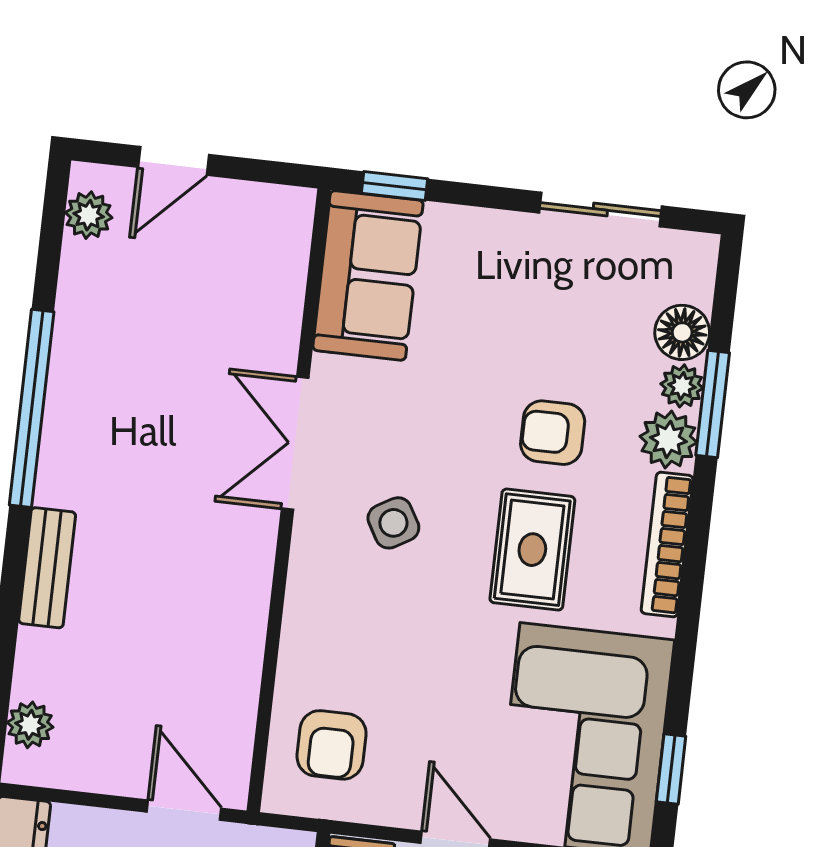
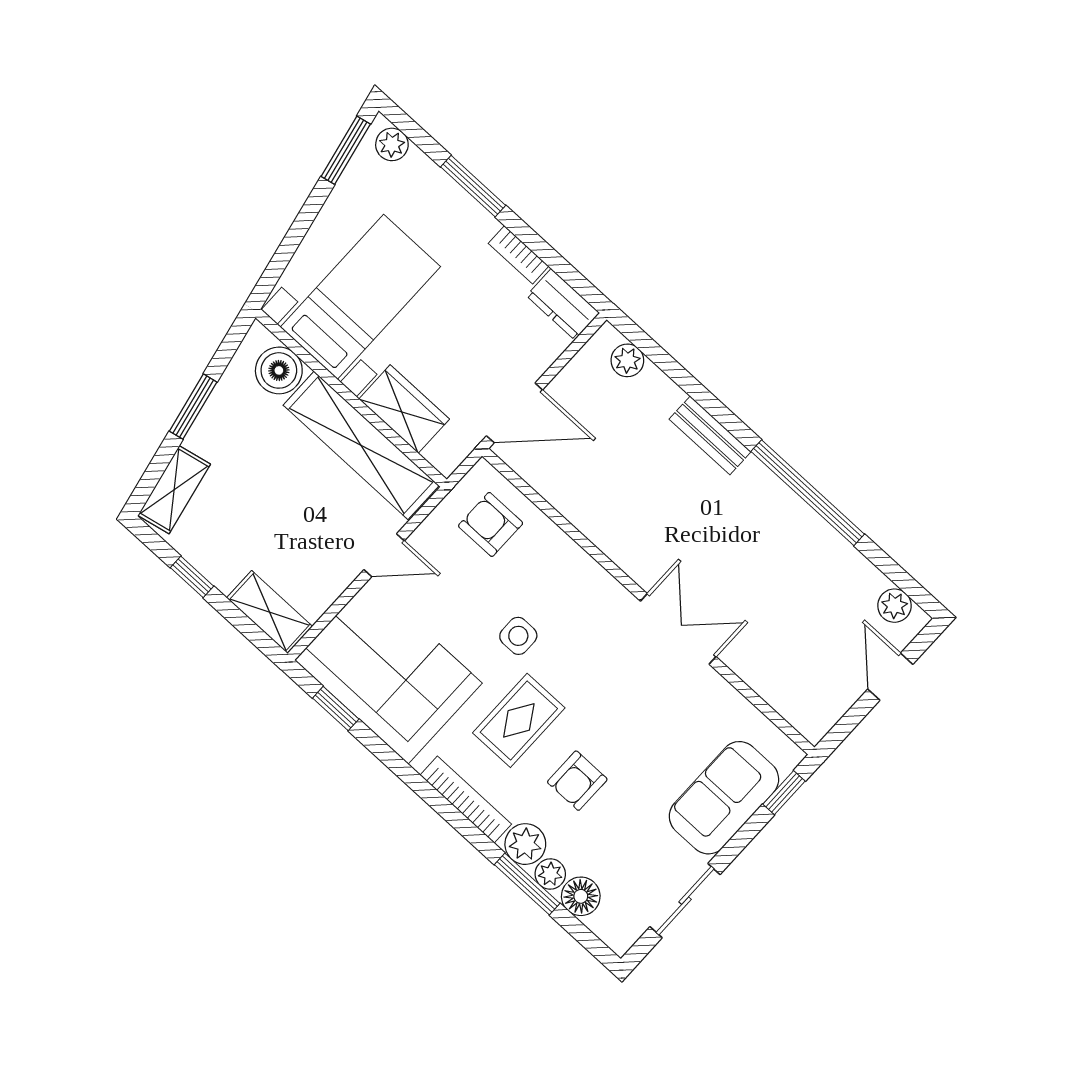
sofa: (368, 275) -> (724, 798), moved, turned 90
armchair: (553, 433) -> (577, 781), turned 180
side table: (393, 523) -> (518, 636), moved, turned 30
rug: (532, 550) -> (519, 720), turned 90
door: (184, 810) -> (515, 413), width x1.38

